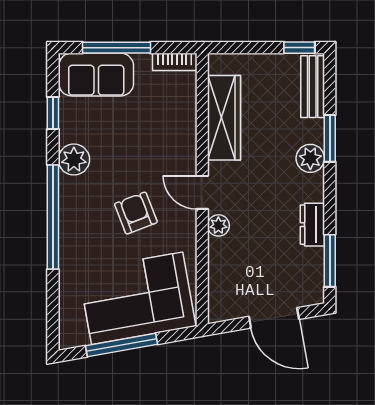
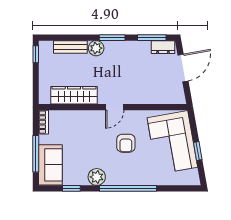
bench: (313, 87) -> (70, 47), moved
window: (330, 138) -> (112, 38), moved
armchair: (136, 213) -> (126, 143), turned -69
plant: (218, 225) -> (133, 98), removed
dresser: (312, 225) -> (163, 47), moved
window: (122, 345) -> (198, 151), width x0.46

